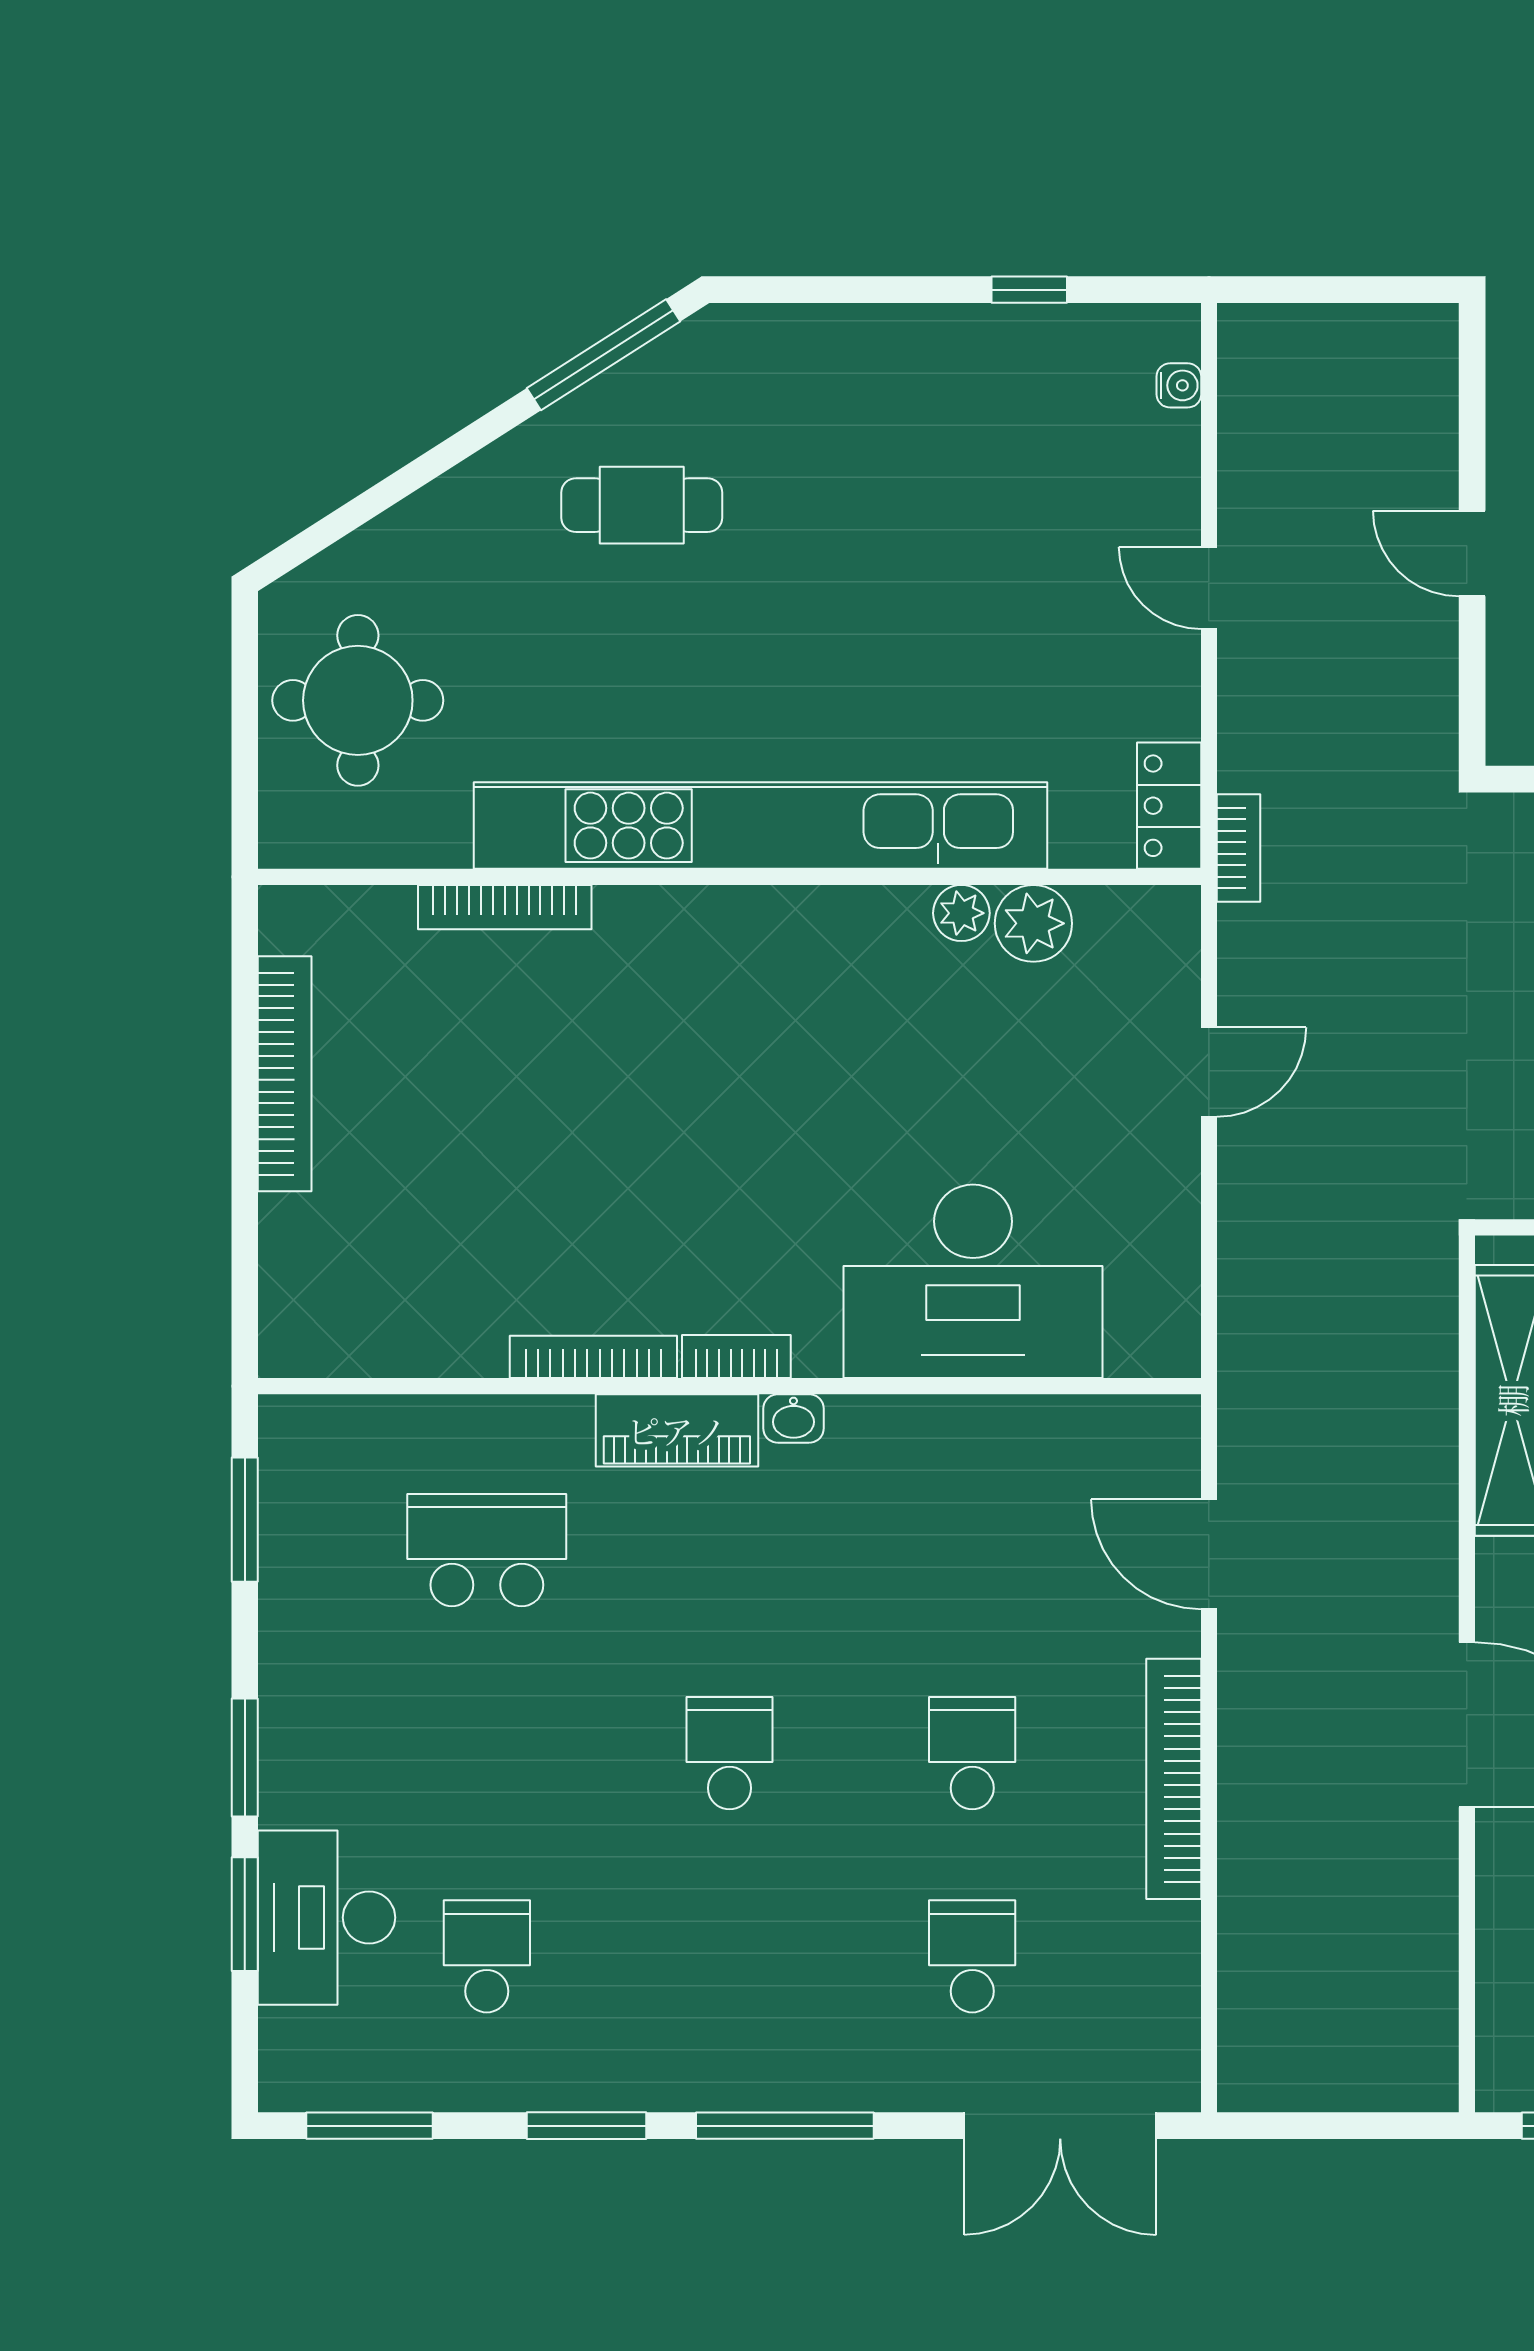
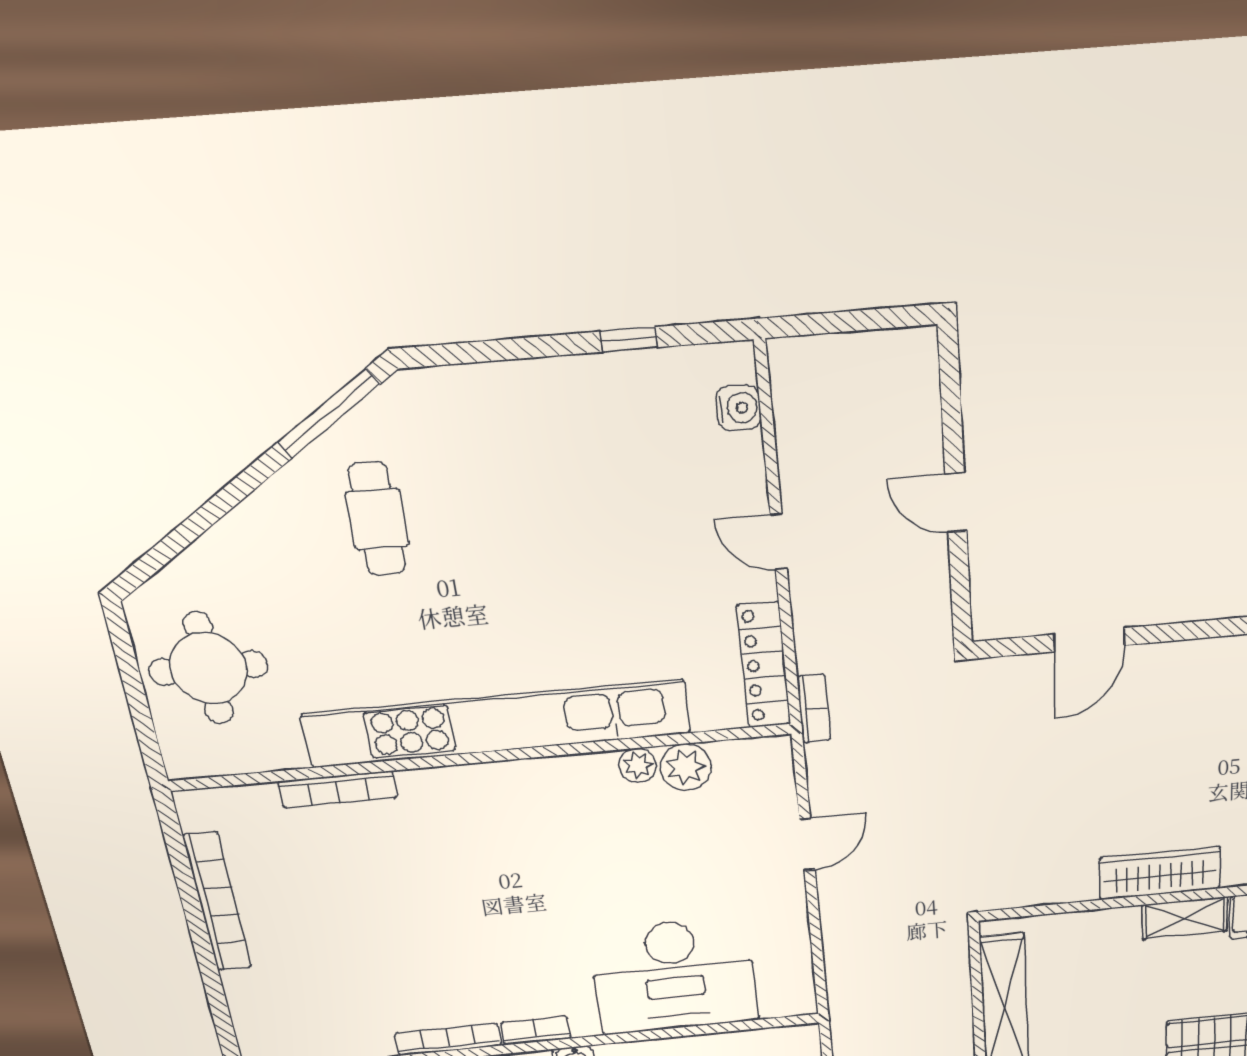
water cooler: (1179, 385) -> (739, 408), width x1.38, depth x1.38
cafe table: (642, 505) -> (377, 519), turned 90
locker: (1169, 806) -> (764, 665), width x1.53

